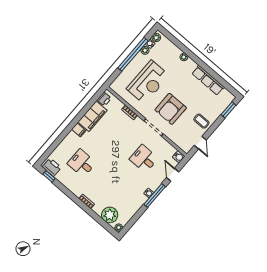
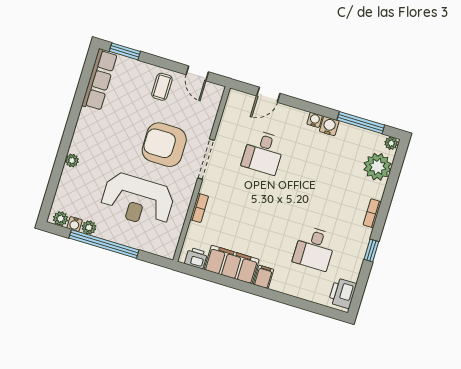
row of seats: (208, 80) -> (99, 80), moved
reception desk: (148, 82) -> (138, 200), turned 180
armchair: (171, 109) -> (164, 145), turned 180
door: (200, 143) -> (197, 73), swing flipped
water cooler: (179, 157) -> (329, 126), moved
window: (49, 176) -> (371, 250), moved
window: (155, 195) -> (361, 123), moved

